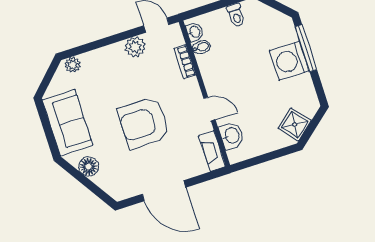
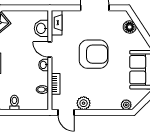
washbasin: (194, 32) -> (44, 65), moved
floor lamp: (89, 167) -> (130, 27), moved

